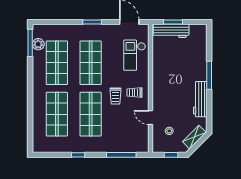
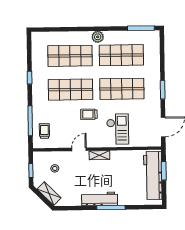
workbench: (171, 31) -> (153, 175), width x1.36, depth x1.32
plant: (38, 44) -> (98, 37), moved
checkout: (135, 55) -> (118, 129), moved, turned 90
shelving: (157, 86) -> (99, 155), added
trolley: (135, 92) -> (44, 131), moved
workbench: (200, 99) -> (100, 199), moved
door: (150, 118) -> (79, 149), moved

